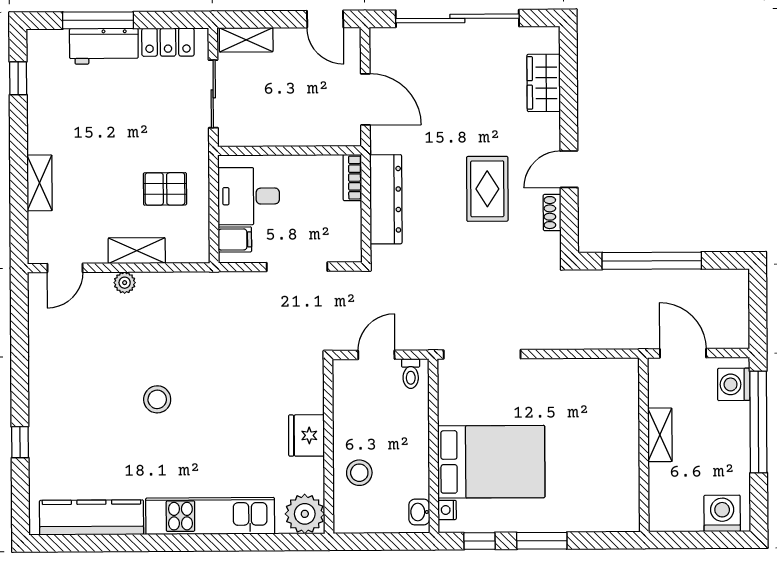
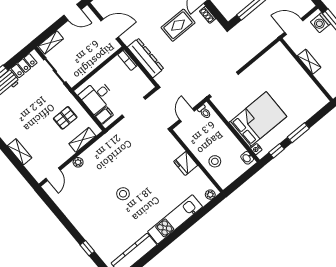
rug: (487, 189) -> (178, 25), turned 90
shelving: (137, 251) -> (82, 140), moved
plant: (305, 514) -> (210, 195), width x0.53, depth x0.53

